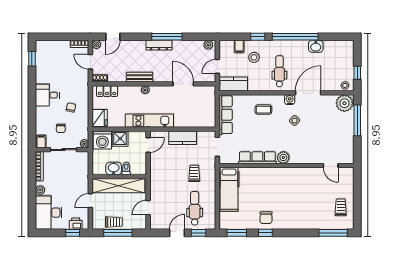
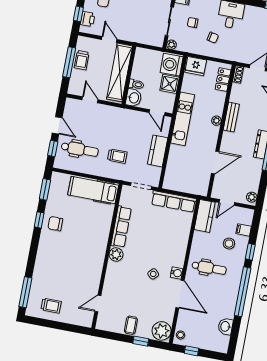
washbasin: (316, 46) -> (225, 326), moved
door: (217, 66) -> (227, 202), swing flipped
coffee table: (263, 110) -> (131, 325), moved
window: (357, 120) -> (141, 341), width x0.46
washbasin: (114, 169) -> (134, 98), moved

